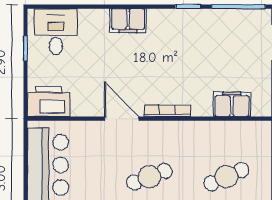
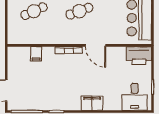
filing cabinet: (232, 104) -> (36, 54), width x0.50

